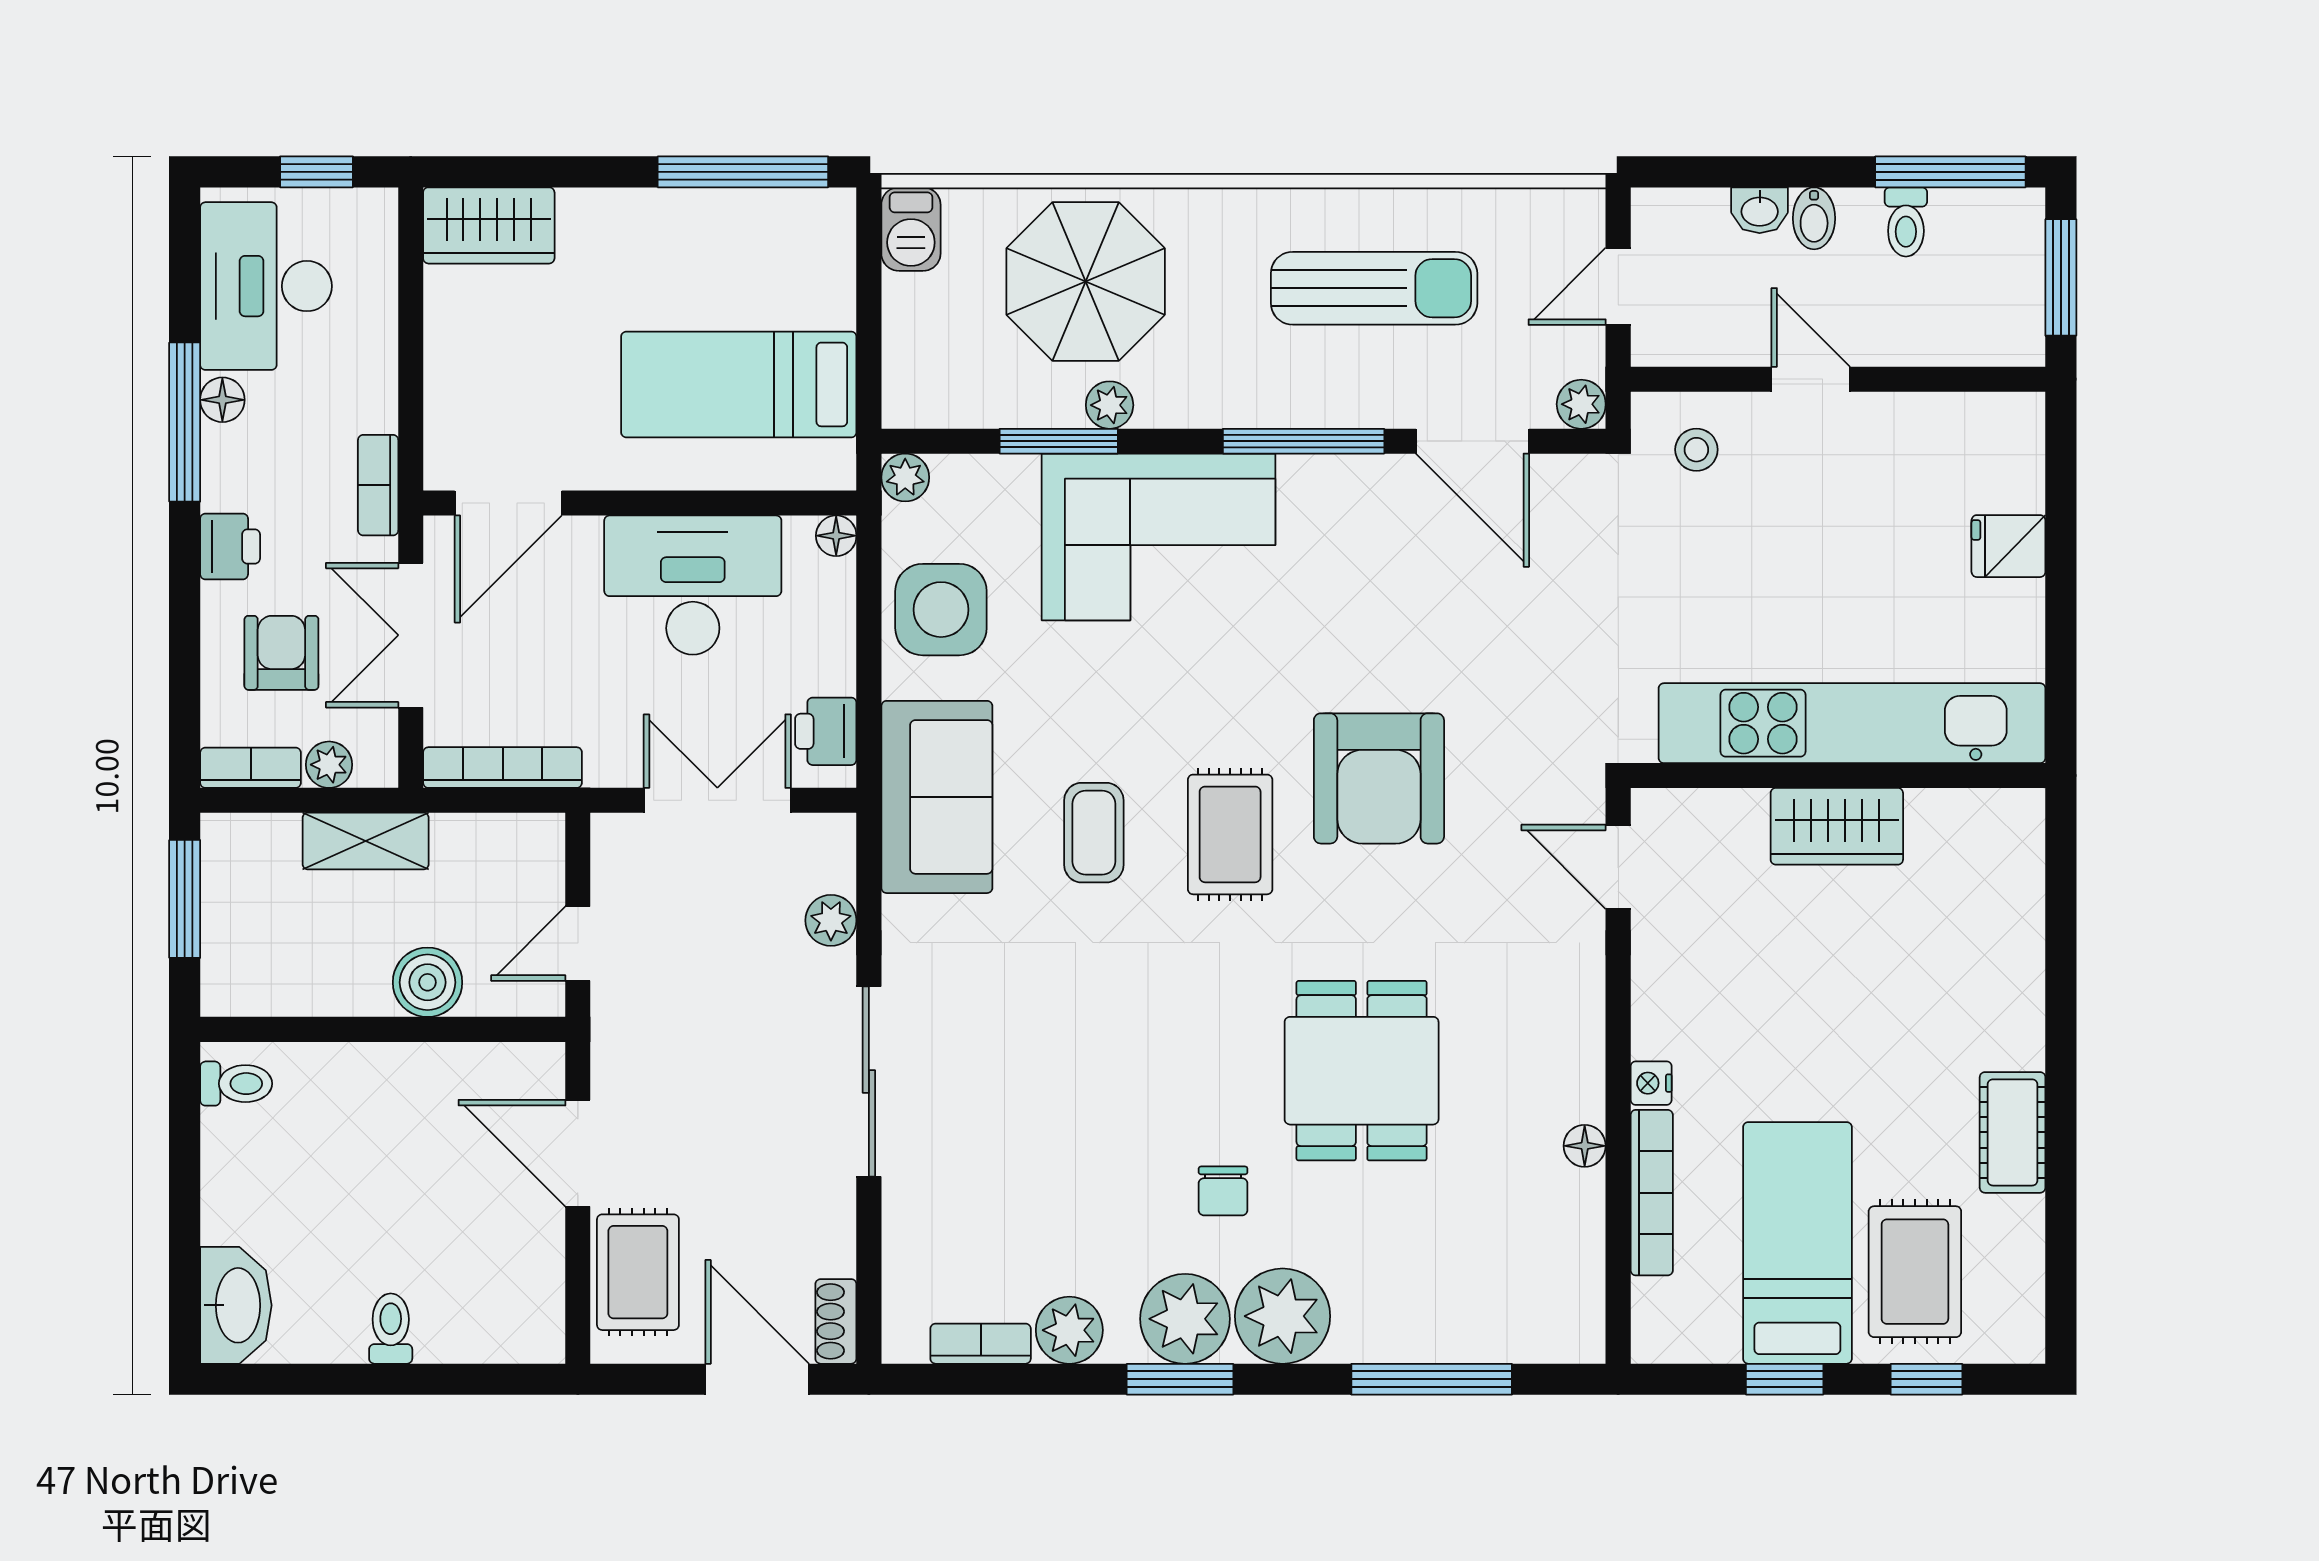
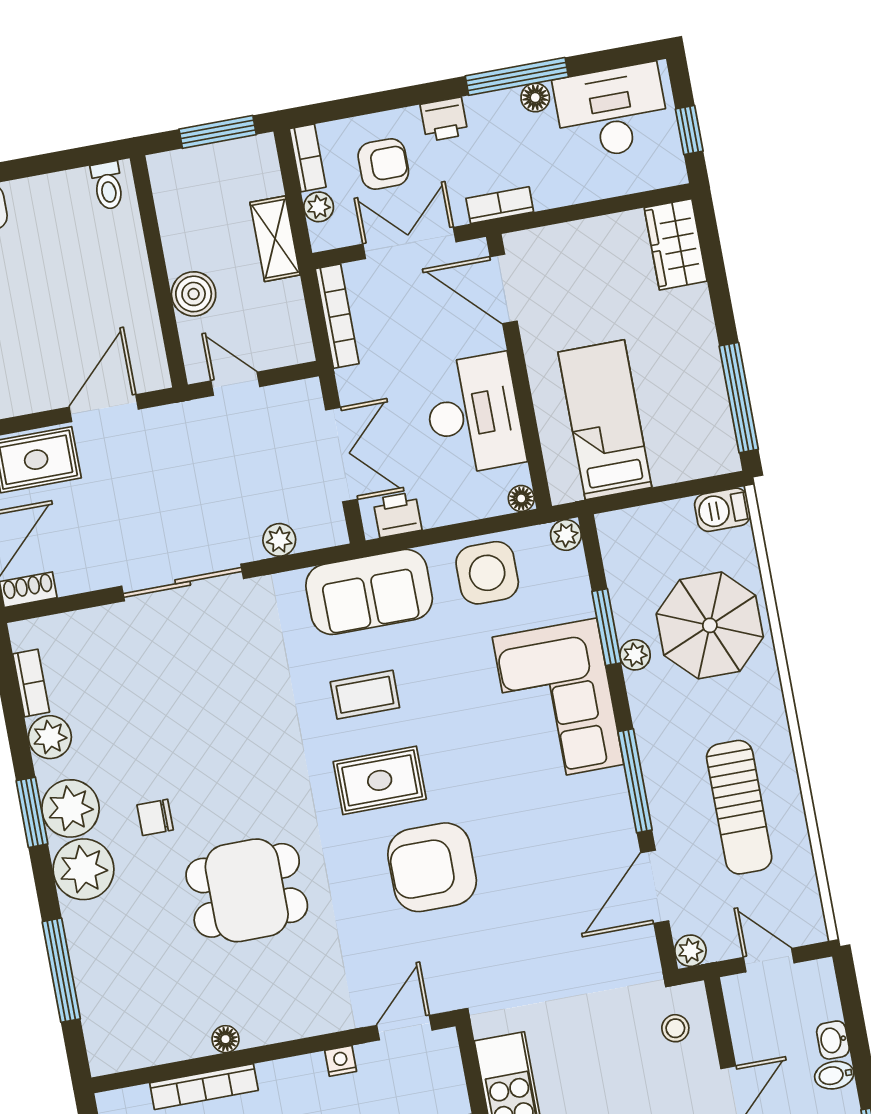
nightstand: (1651, 1083) -> (341, 1061), moved

